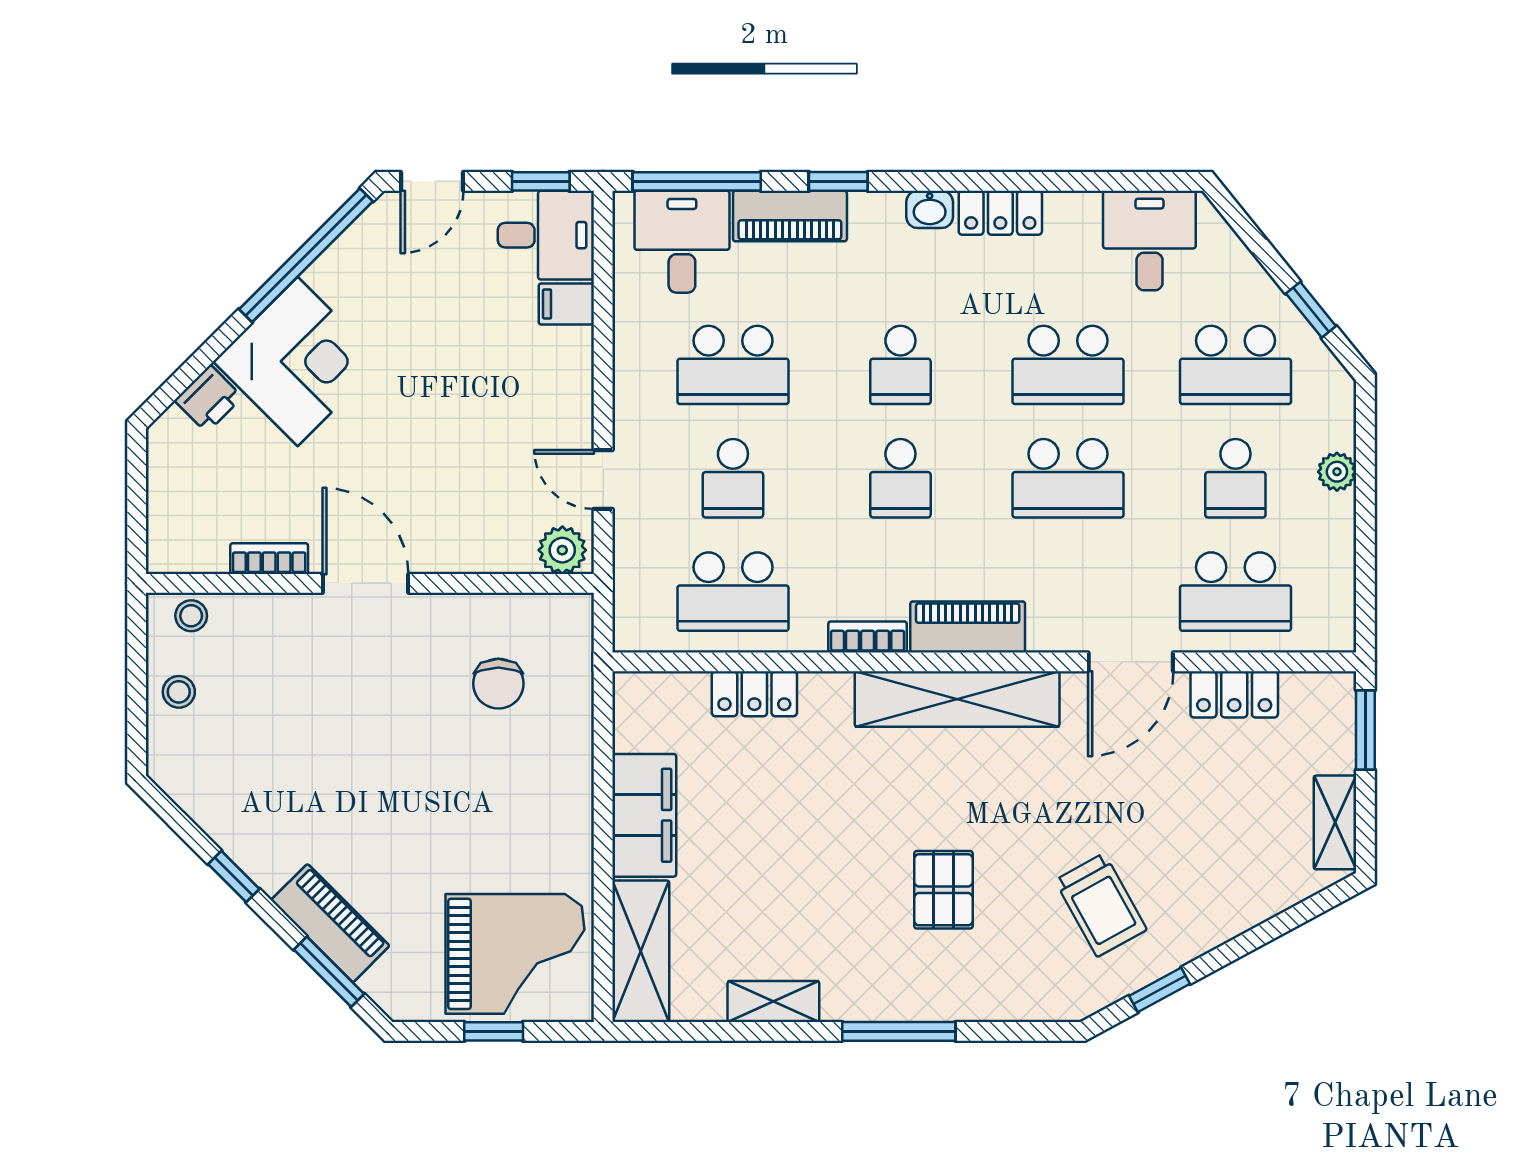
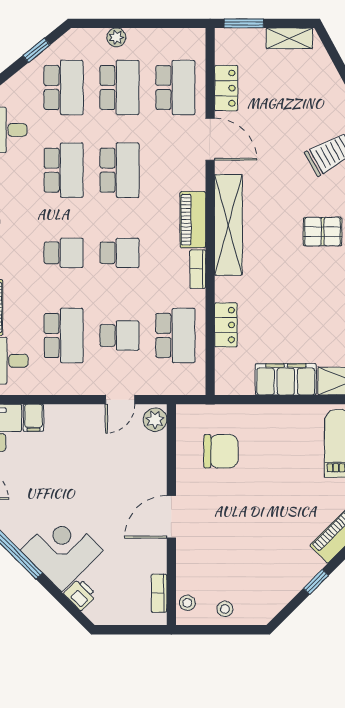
school desk: (1235, 478) -> (119, 88), width x1.85
bookcase: (269, 559) -> (159, 593), moved
chair: (498, 684) -> (221, 451), width x1.37, depth x1.37

